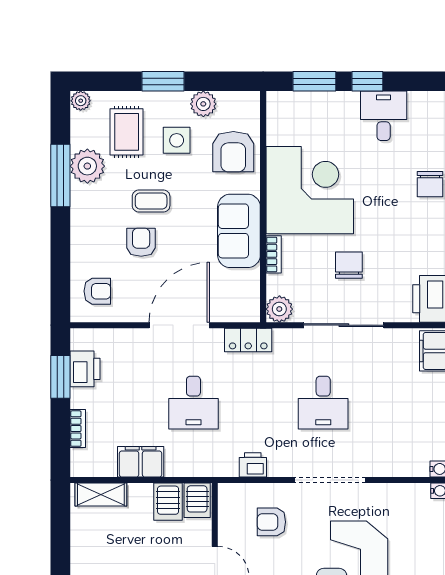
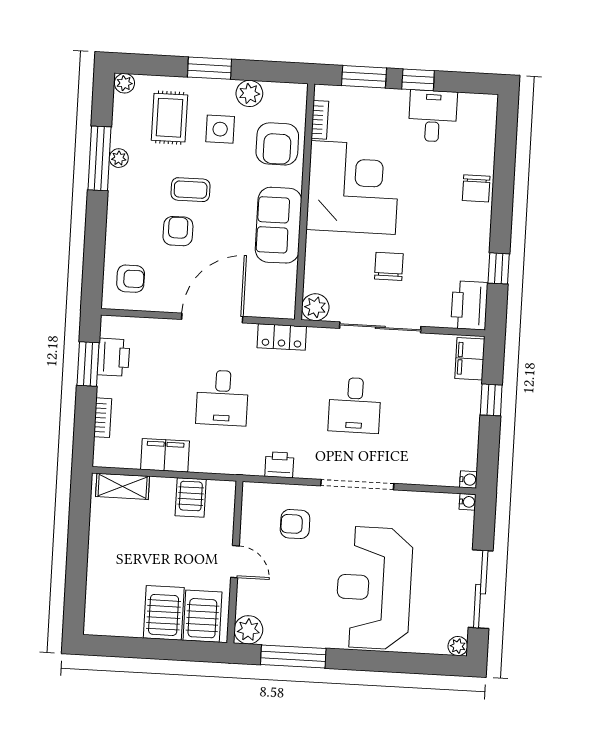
plant: (87, 166) -> (119, 158), width x0.53, depth x0.53
bookcase: (274, 254) -> (320, 120), moved
server rack: (197, 500) -> (220, 498), removed

